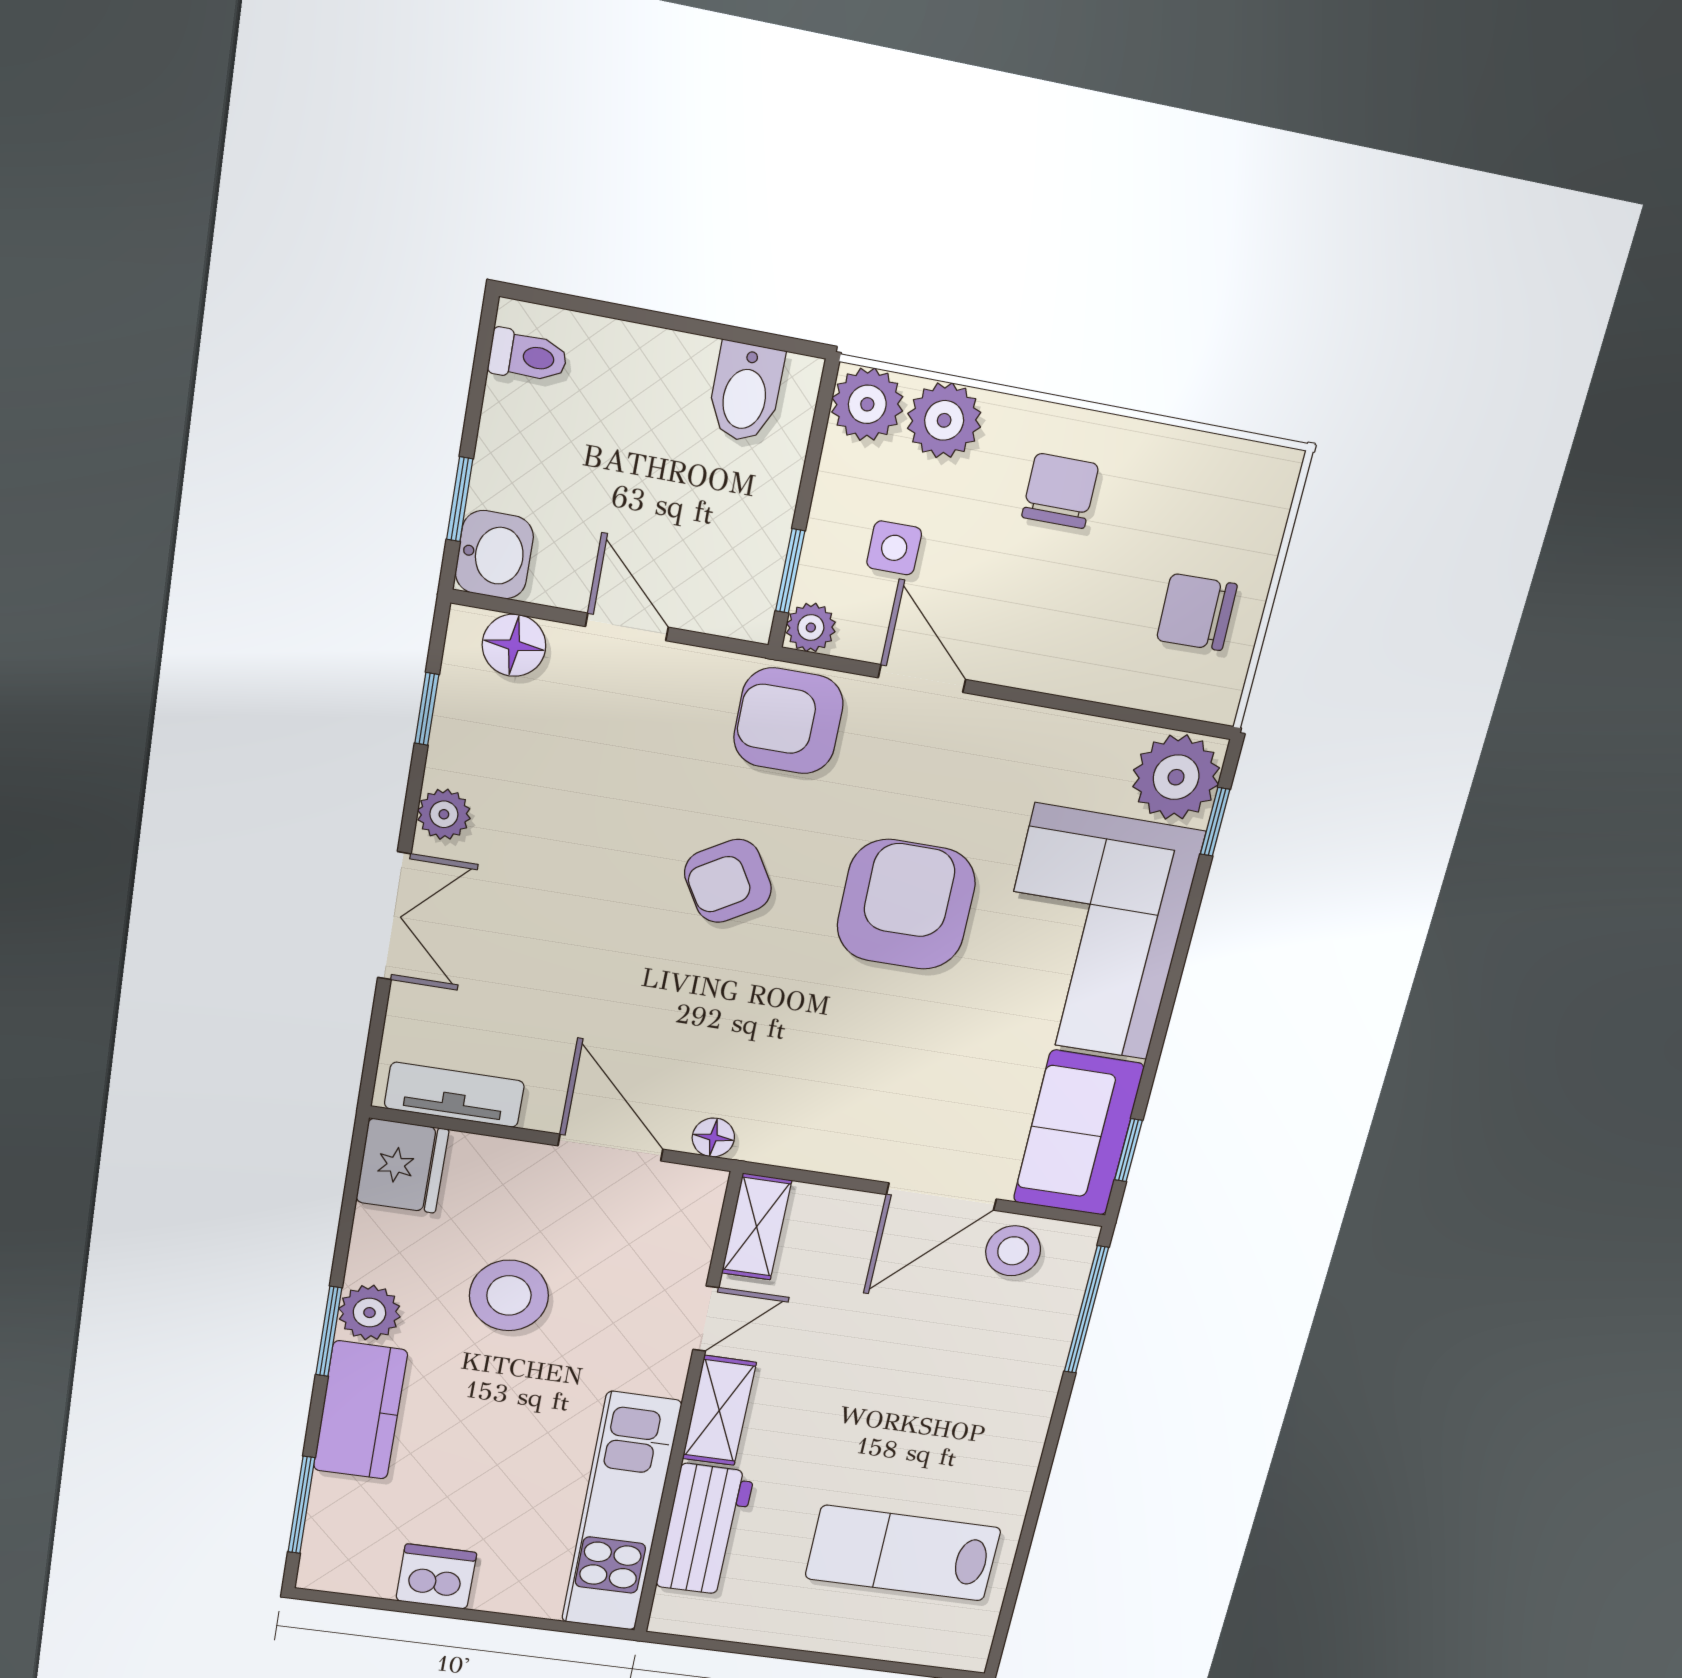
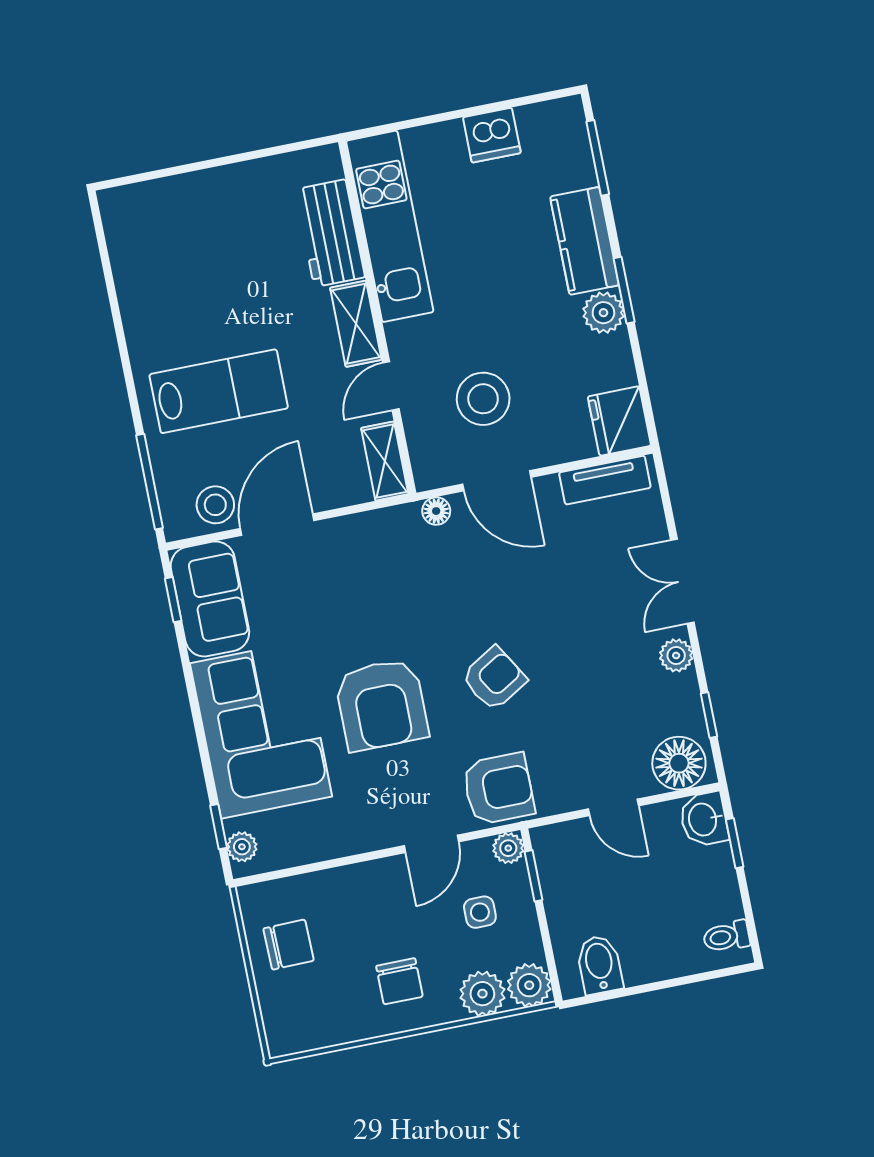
floor lamp: (514, 645) -> (679, 763), width x1.38, depth x1.38
door: (922, 679) -> (431, 844), hinge flipped
plant: (1176, 777) -> (242, 847), width x0.53, depth x0.53
stool: (509, 1295) -> (483, 399), moved
lab bench: (903, 1553) -> (219, 391), moved

